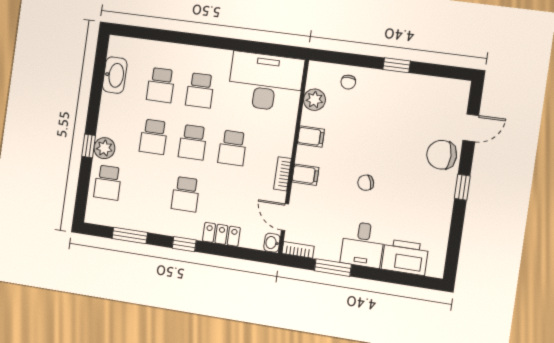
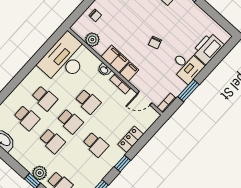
filing cabinet: (311, 136) -> (115, 59), width x2.00
washbasin: (272, 243) -> (104, 70), moved

